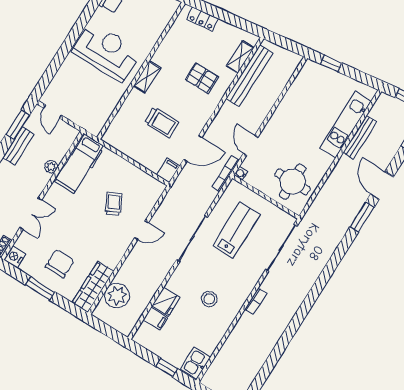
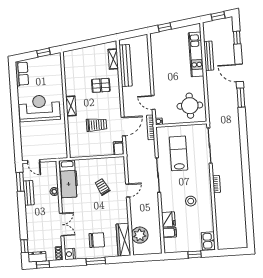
locker: (202, 19) -> (78, 53), removed
chair: (60, 264) -> (97, 240), turned 90

